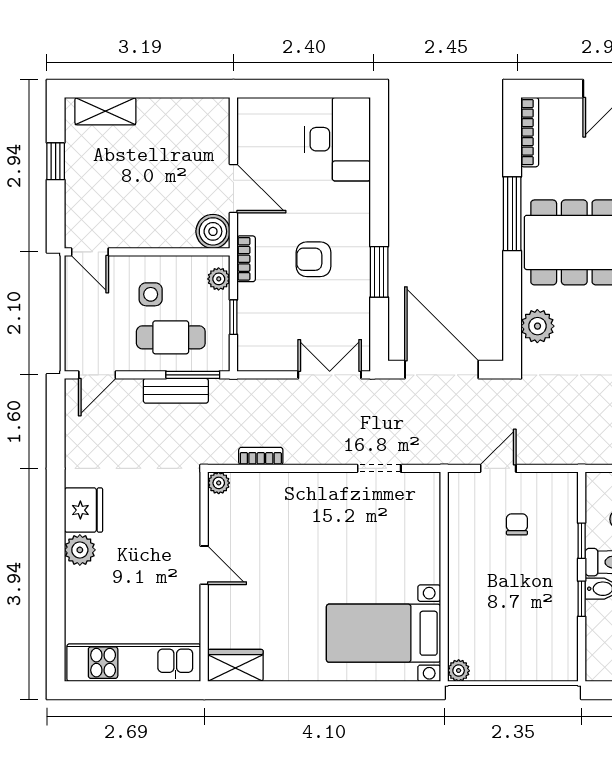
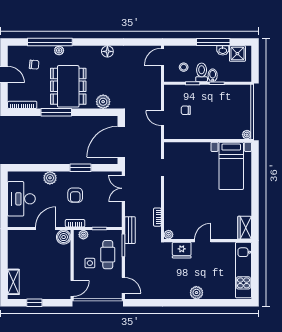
desk: (338, 139) -> (21, 199), moved, turned -90
plant: (355, 199) -> (50, 178), added
bench: (176, 391) -> (130, 230), moved
fridge: (83, 510) -> (182, 250), moved, turned 180

